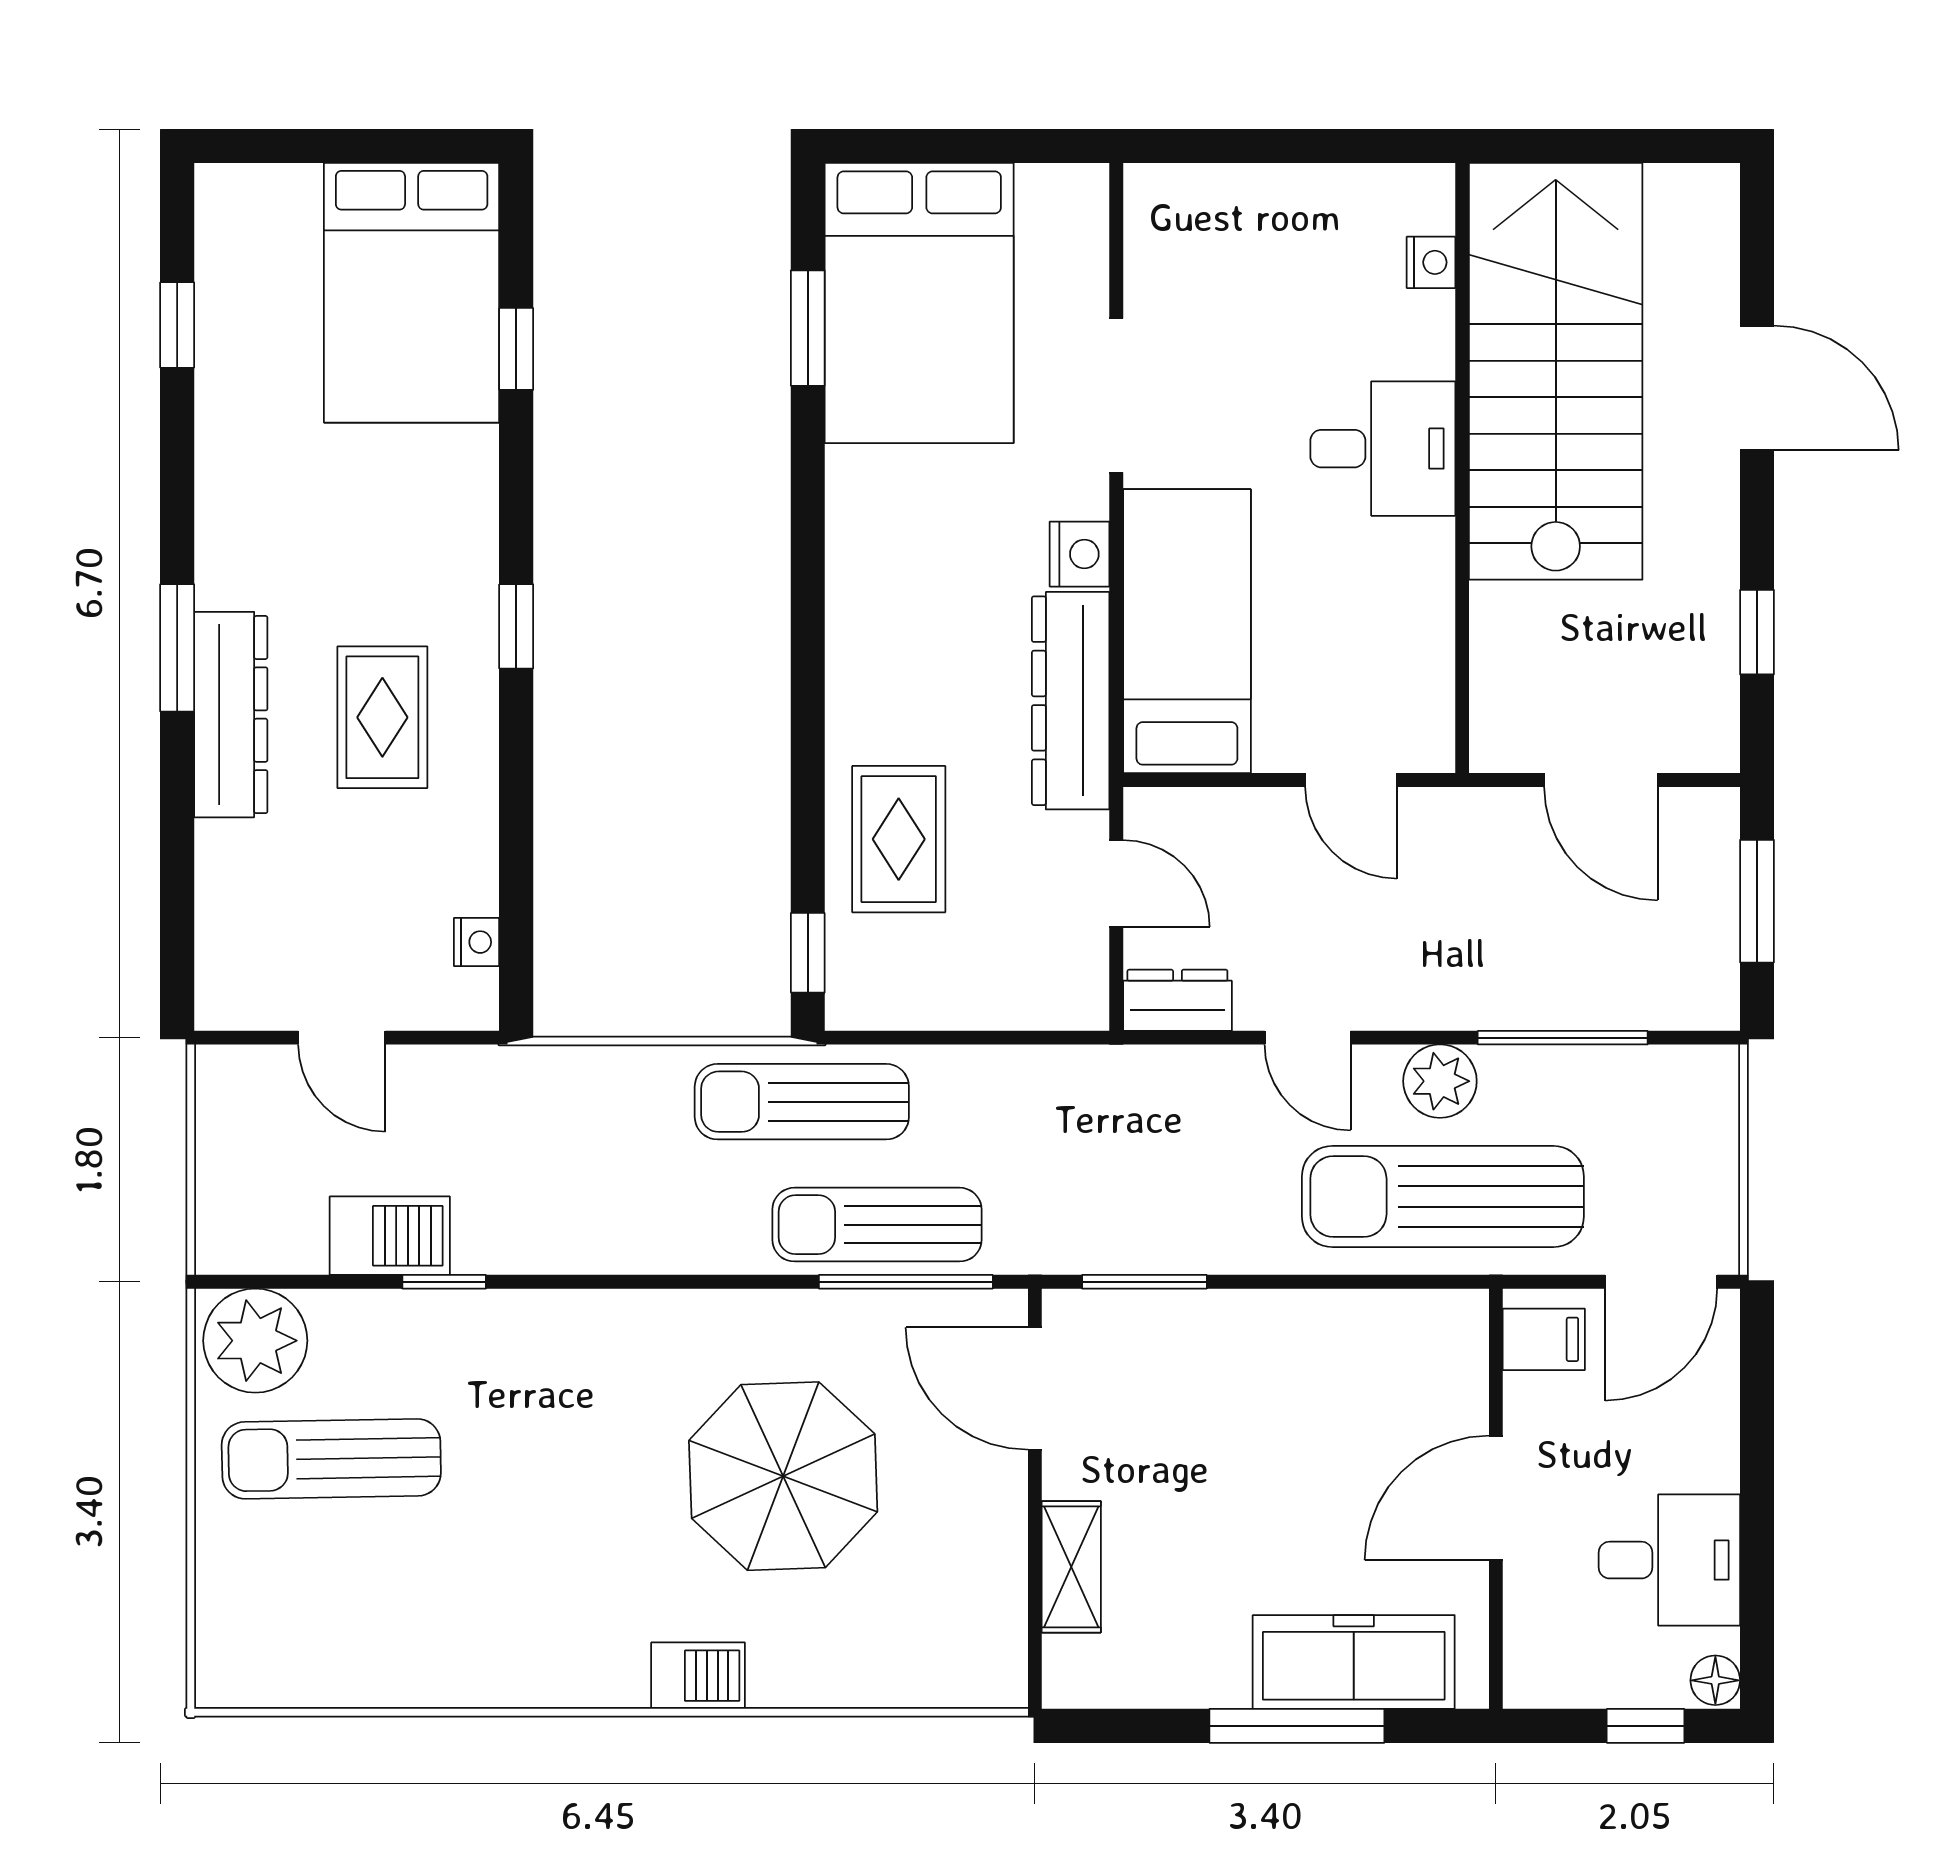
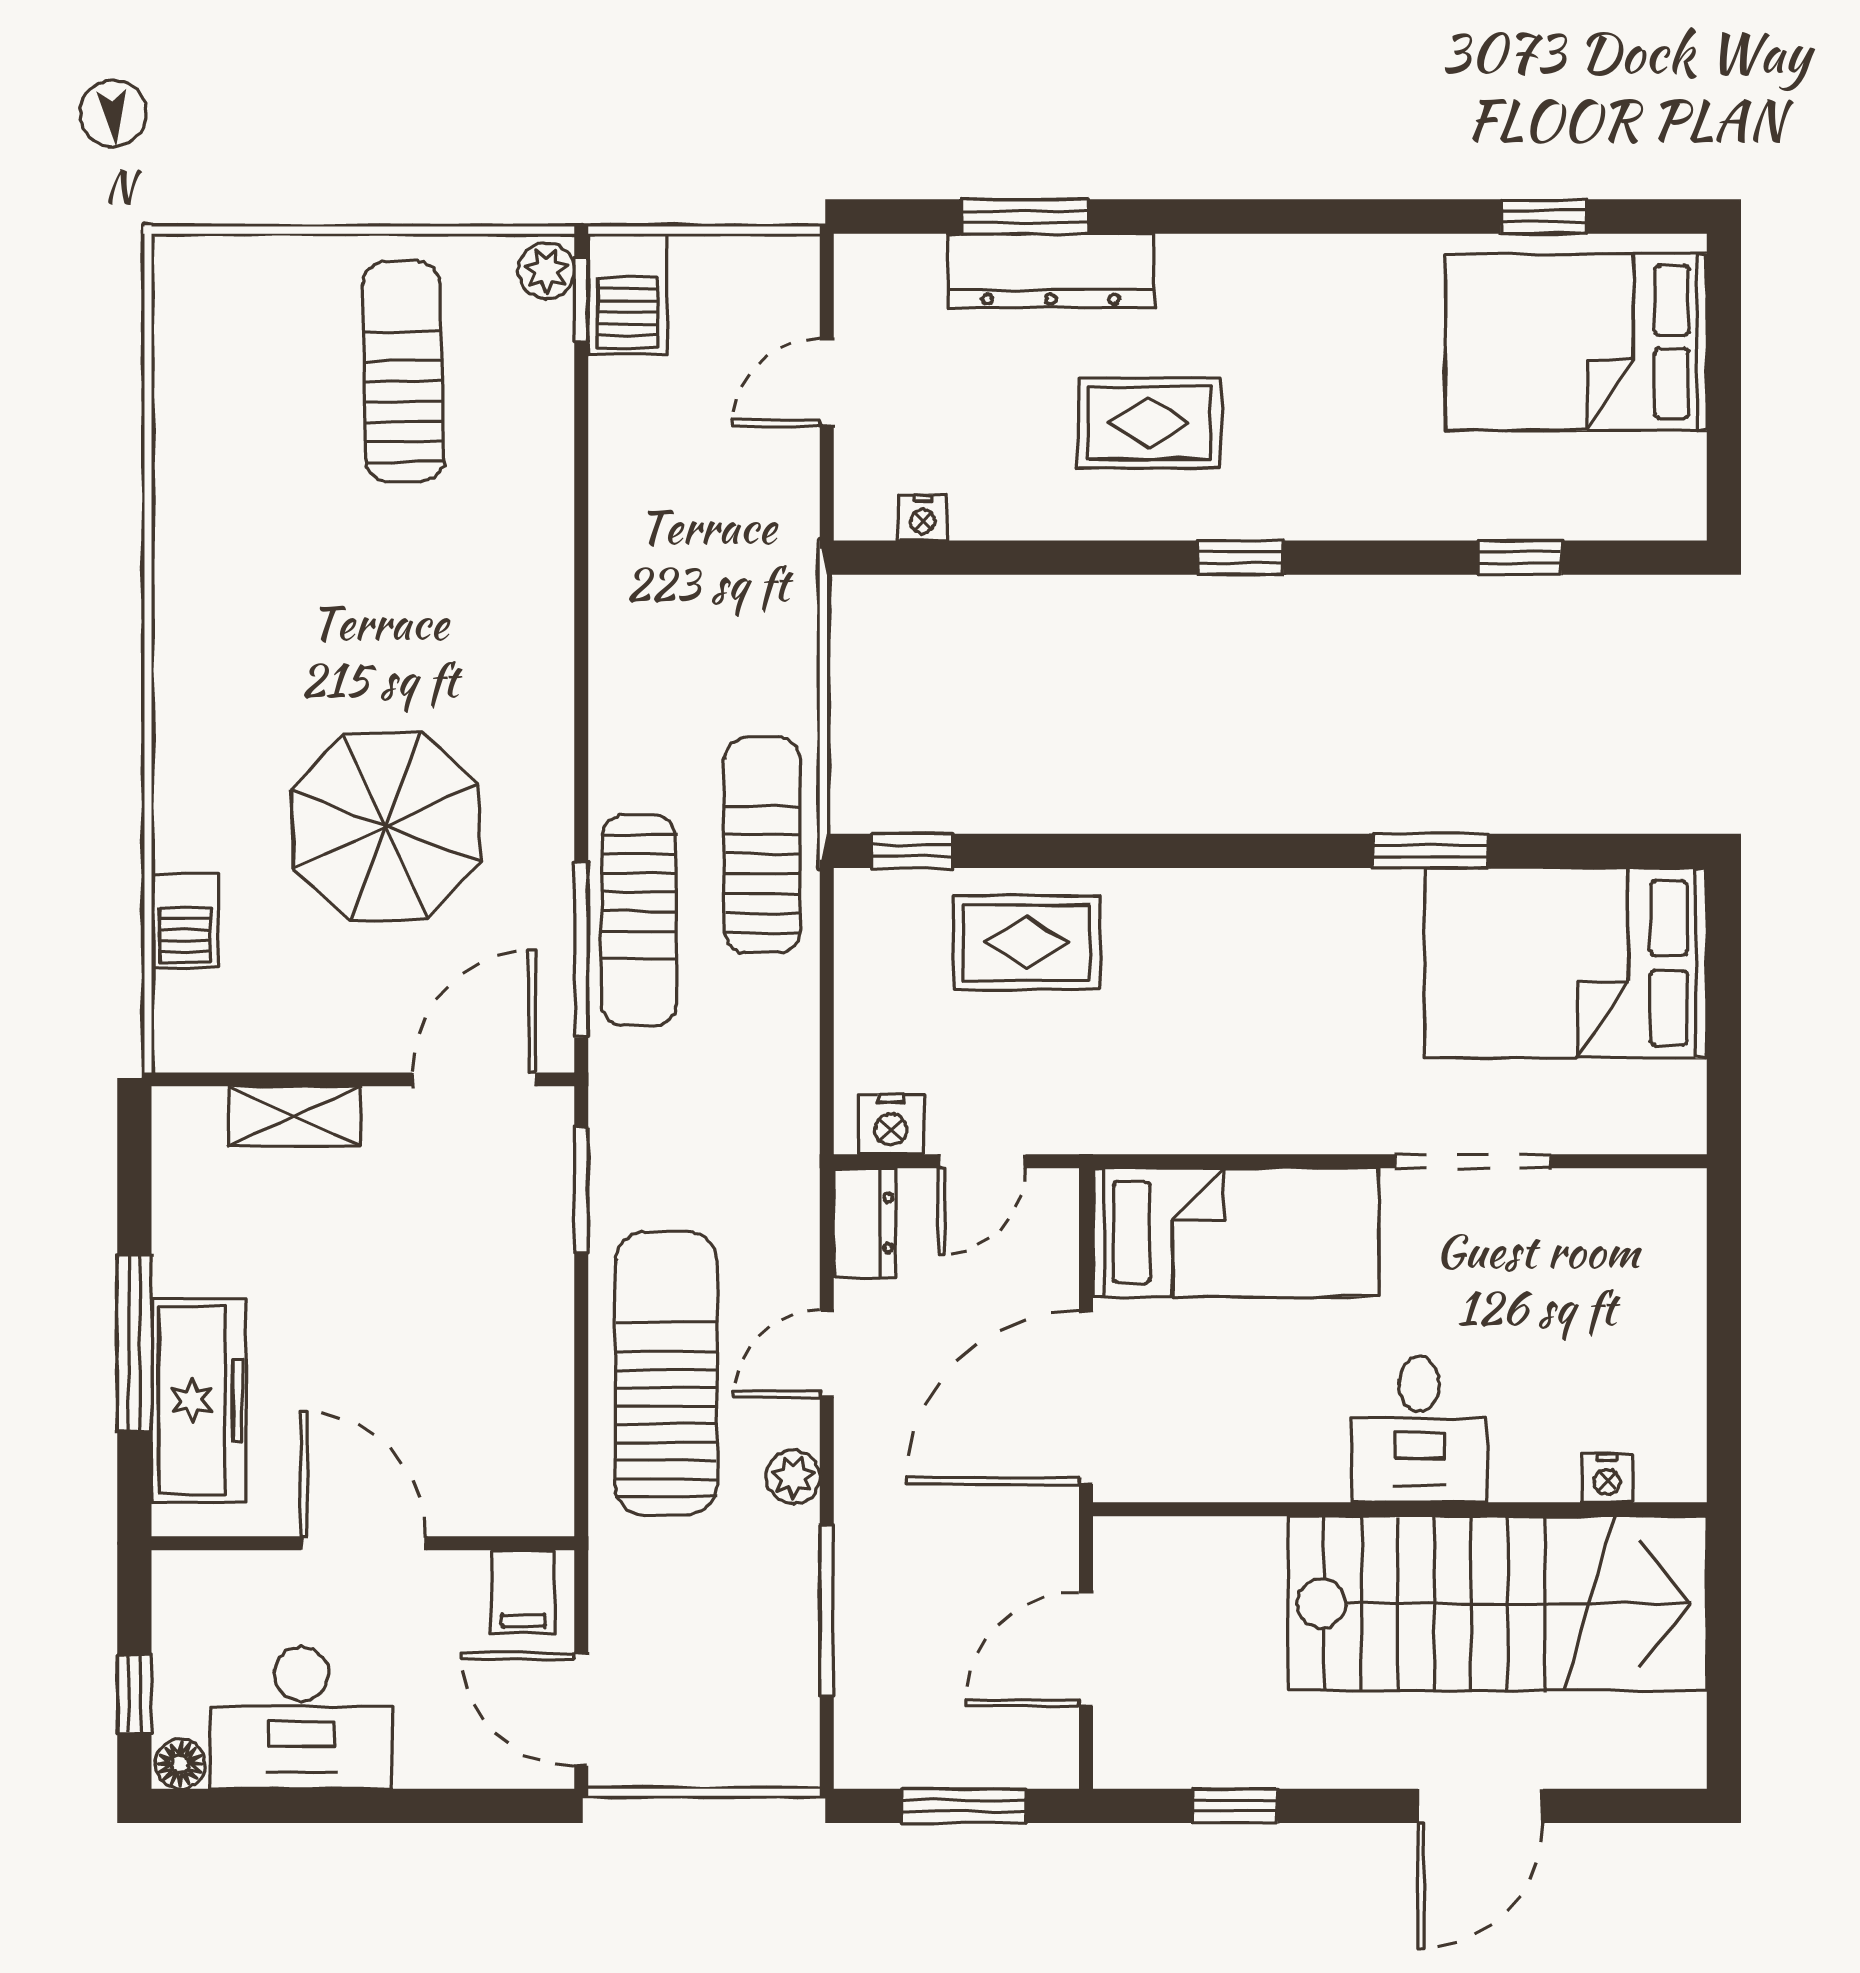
bed: (412, 293) -> (1576, 342), moved
window: (808, 328) -> (1430, 851), moved
nightstand: (1080, 554) -> (891, 1124), moved
window: (177, 648) -> (1025, 216), moved
dresser: (1071, 701) -> (1166, 1115), removed
dresser: (231, 715) -> (1051, 270), moved
door: (1351, 780) -> (1086, 1397), width x1.87
plant: (1440, 1081) -> (793, 1477), width x0.73, depth x0.73
sun lounger: (1443, 1196) -> (666, 1373), moved
sun lounger: (877, 1225) -> (639, 921), turned 180
barbecue: (390, 1236) -> (628, 294), moved
window: (444, 1282) -> (581, 300), moved
plant: (255, 1341) -> (546, 271), width x0.53, depth x0.53
desk: (1669, 1560) -> (301, 1718), width x1.37
barbecue: (698, 1676) -> (185, 921), moved

